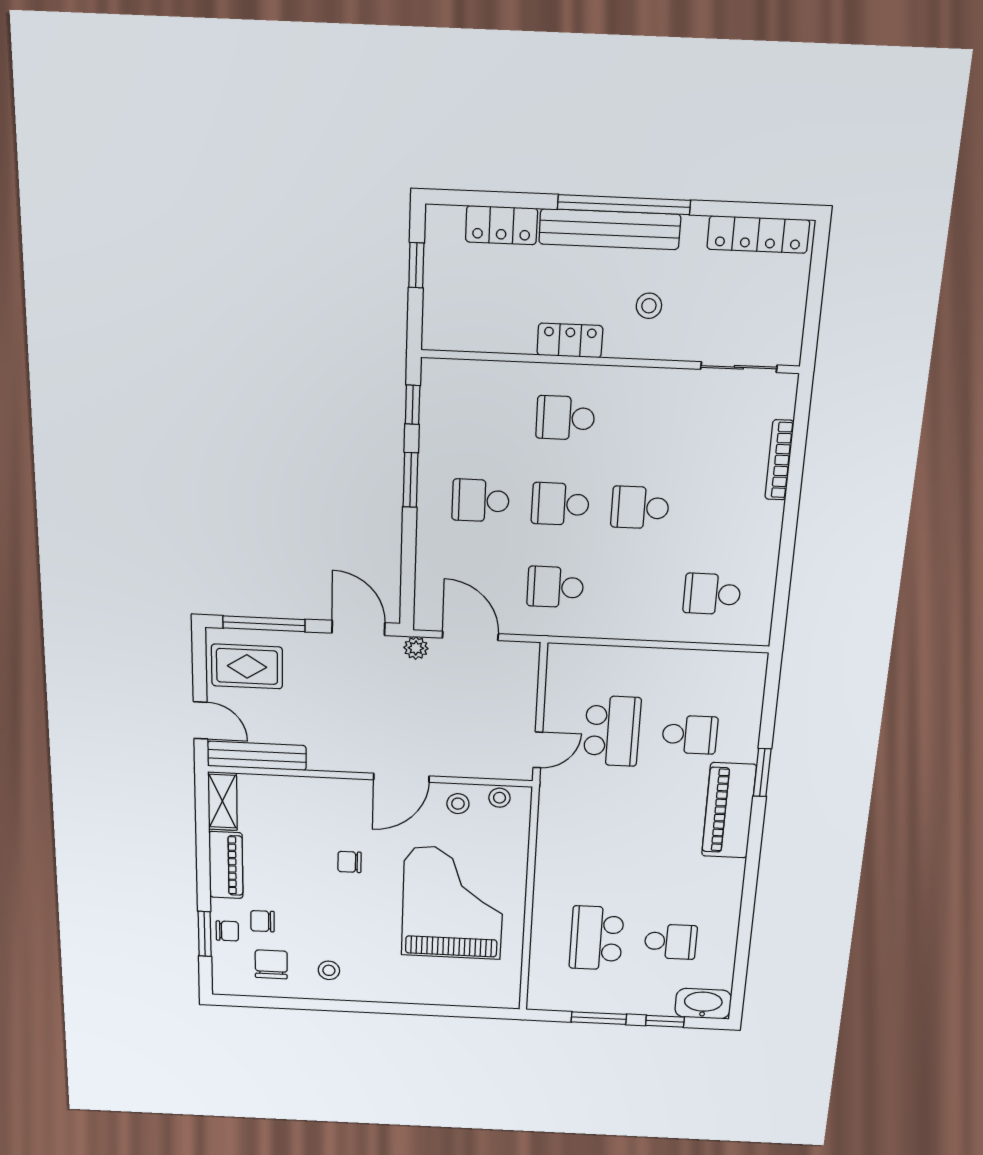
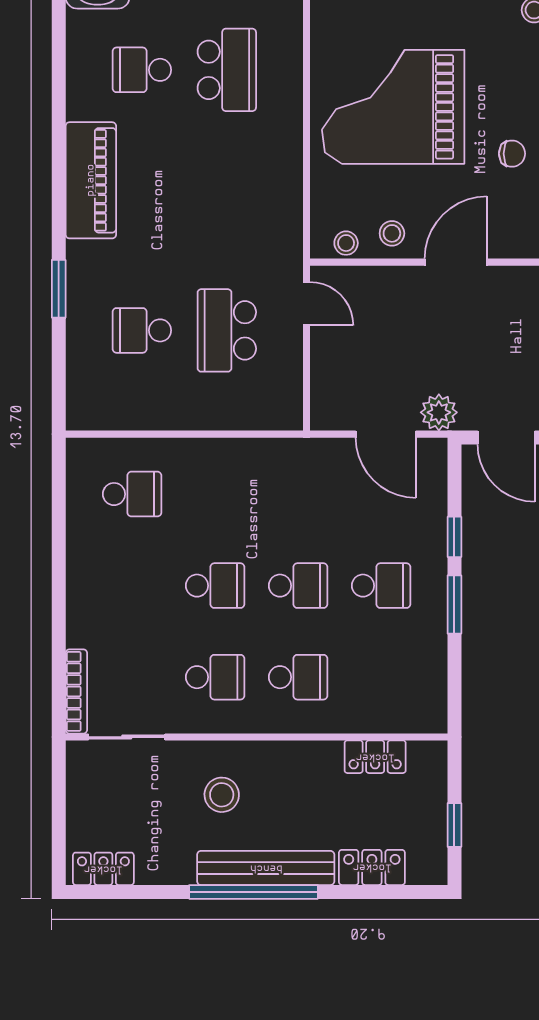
locker: (758, 235) -> (103, 869), width x0.66
stool: (649, 306) -> (222, 795), width x1.37, depth x1.37
locker: (570, 340) -> (375, 757), moved
window: (413, 405) -> (454, 537), moved
bookcase: (779, 460) -> (76, 691), moved
school desk: (555, 587) -> (215, 677), moved
plant: (416, 648) -> (439, 412), width x1.38, depth x1.38
door: (538, 750) -> (307, 304), swing flipped
piano: (729, 810) -> (91, 180), moved
grand piano: (453, 903) -> (393, 107), turned 90

